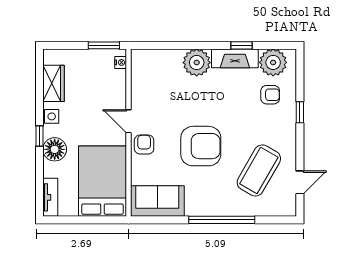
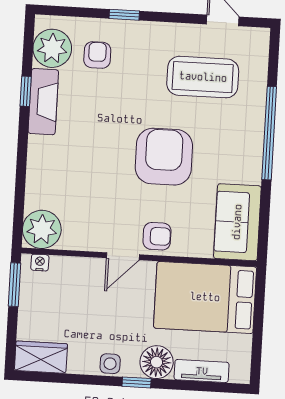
plant: (197, 63) -> (42, 229), moved
wardrobe: (53, 83) -> (41, 357), moved
armchair: (144, 145) -> (157, 236), turned 180
coffee table: (259, 170) -> (203, 77), turned -30
tv unit: (50, 197) -> (202, 371), moved

